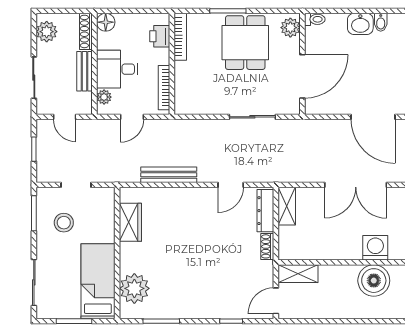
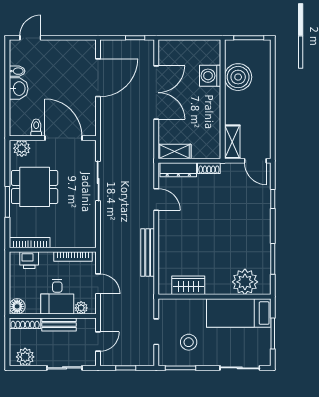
toilet: (315, 19) -> (36, 128), moved

